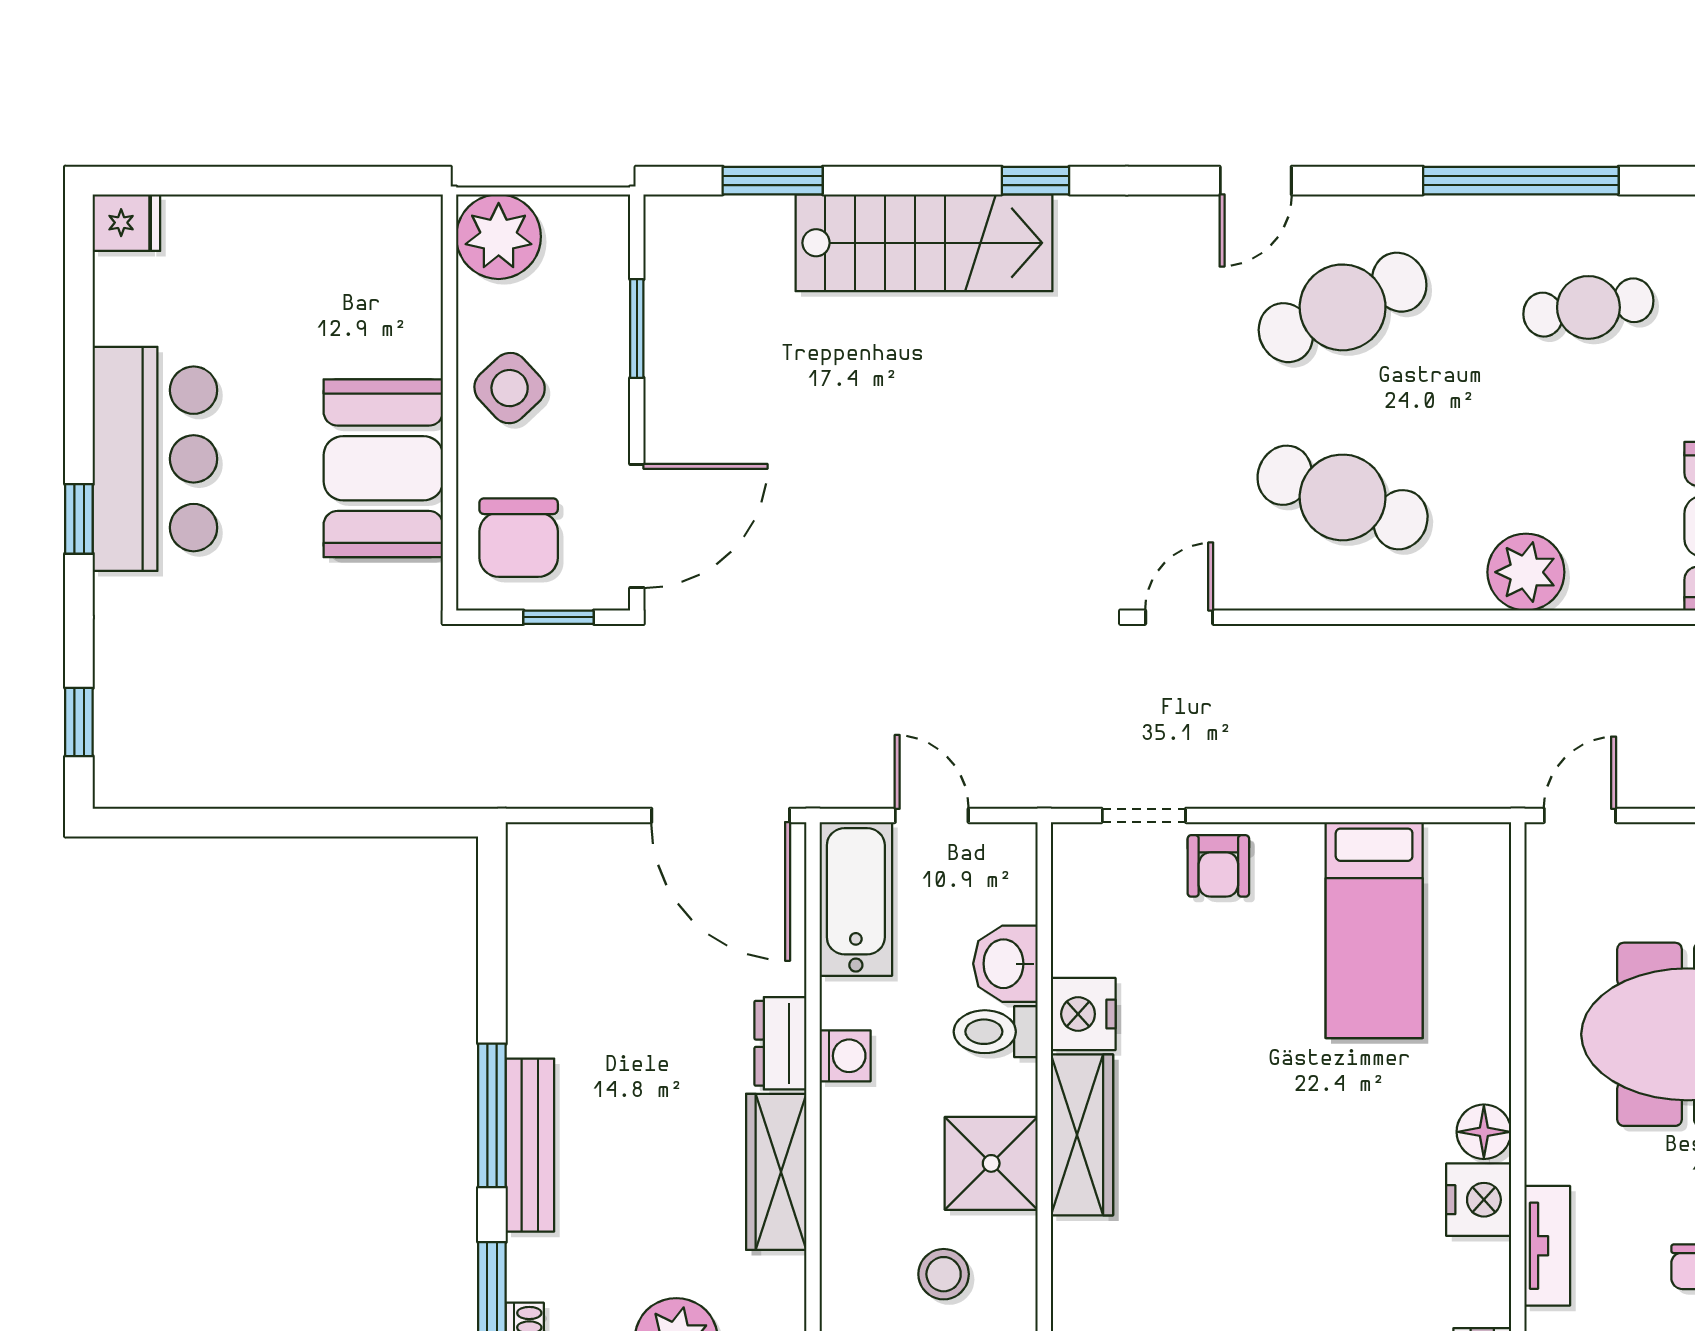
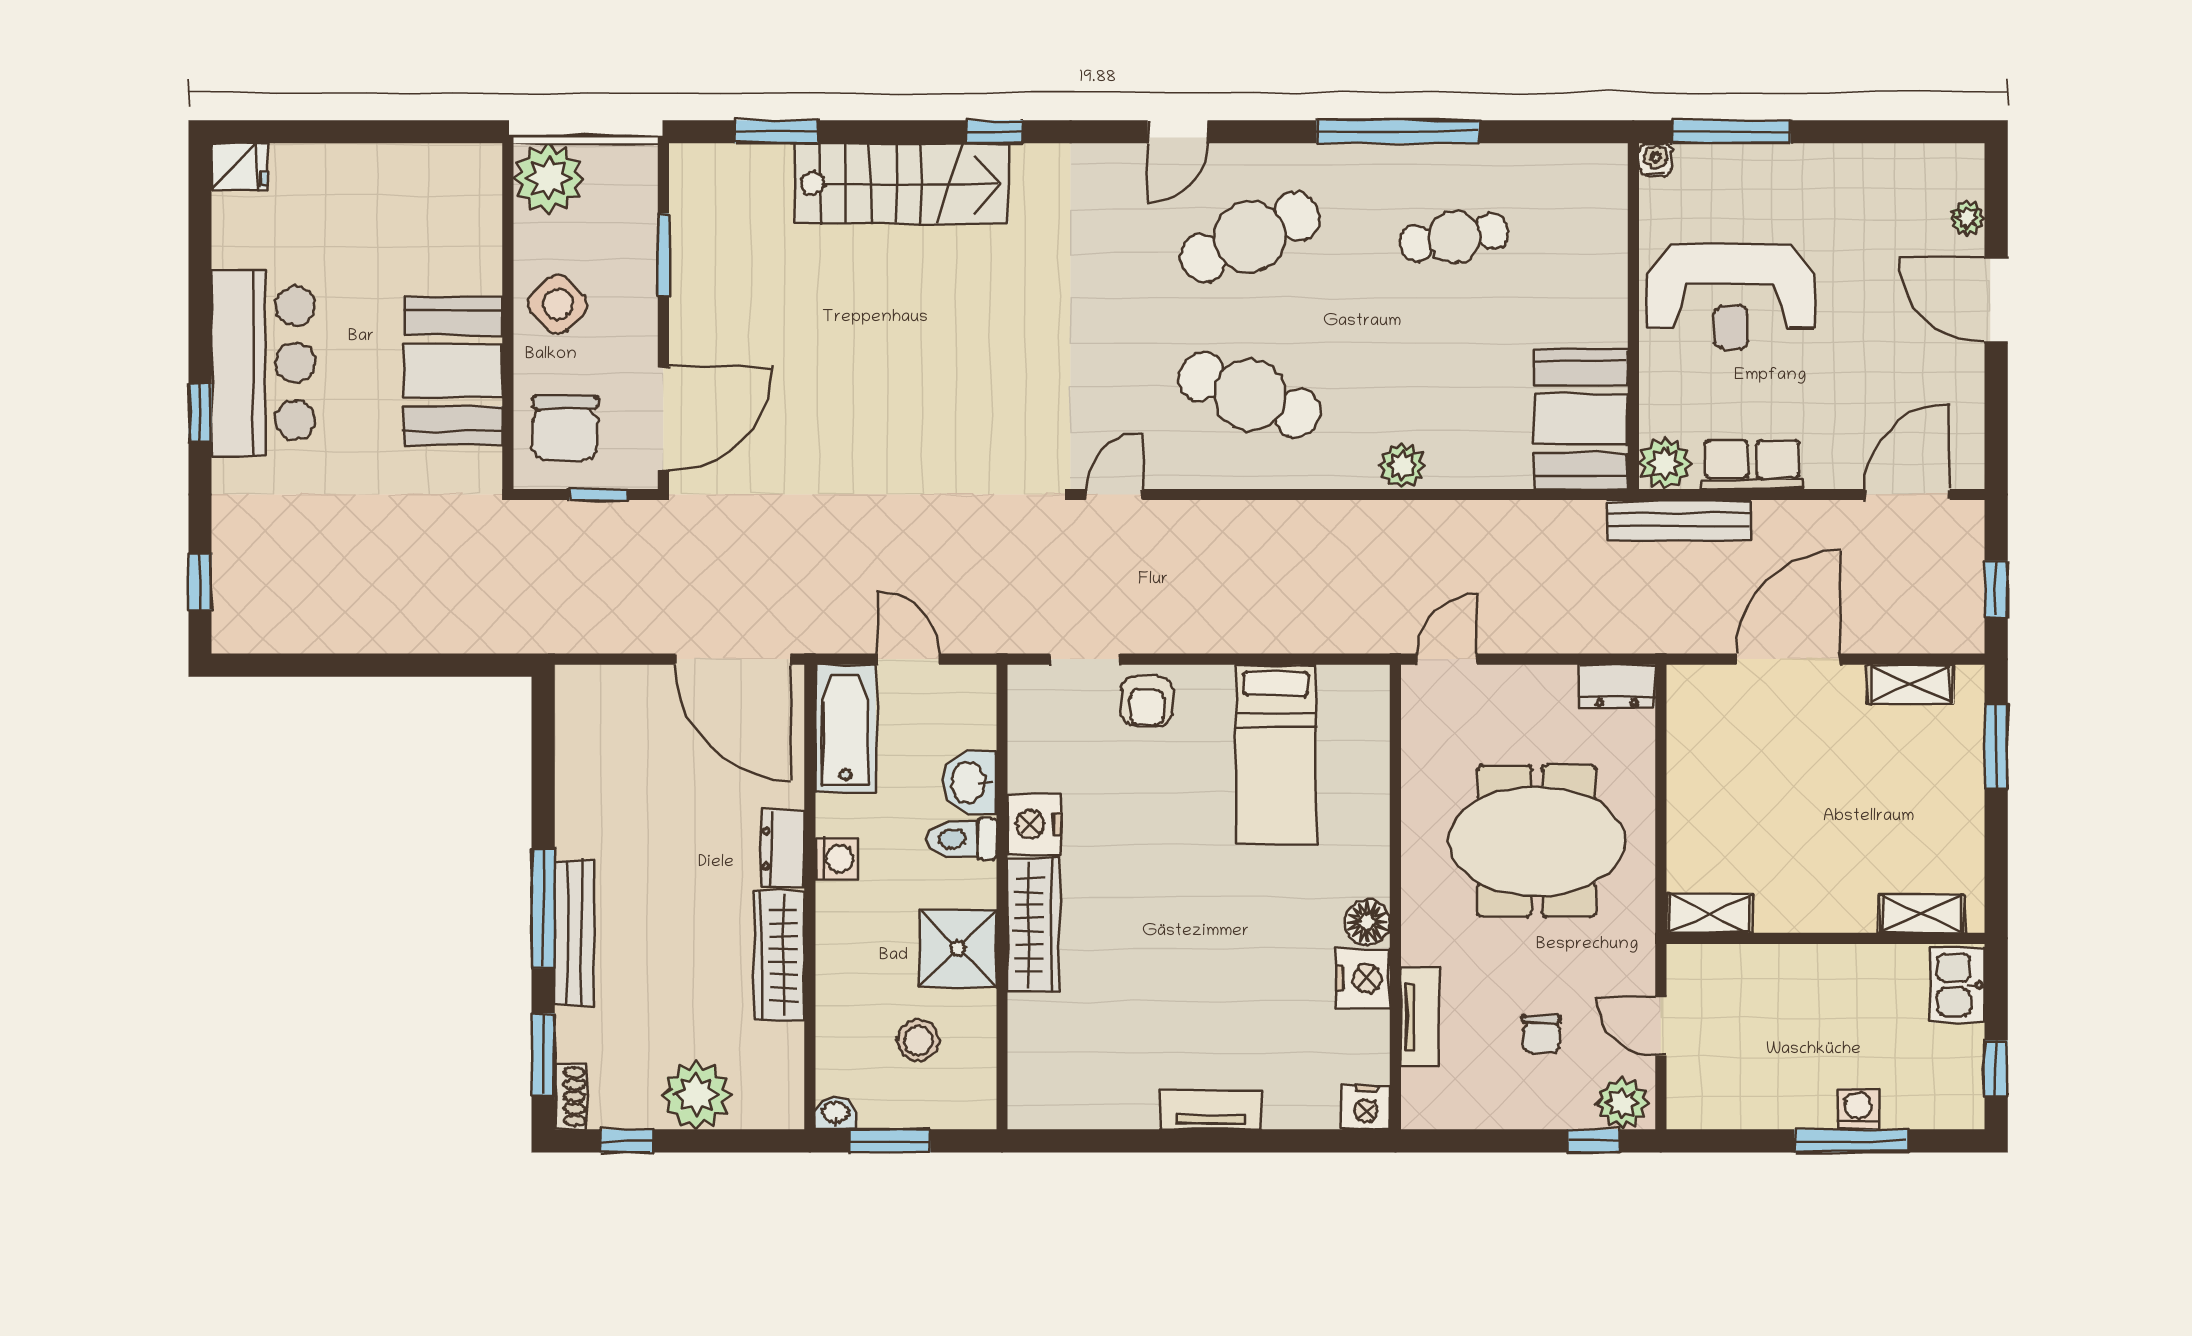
plant: (1526, 572) -> (1402, 466), width x0.73, depth x0.73

